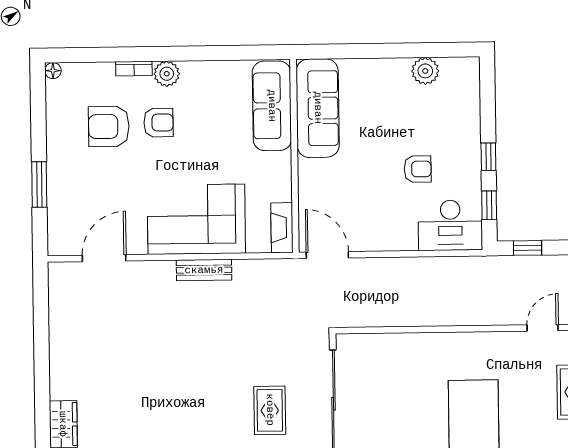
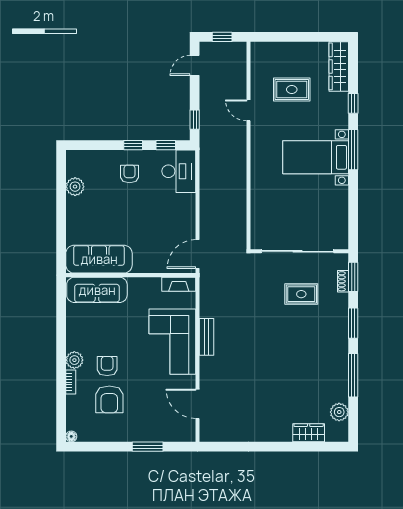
armchair: (418, 169) -> (130, 174), moved

